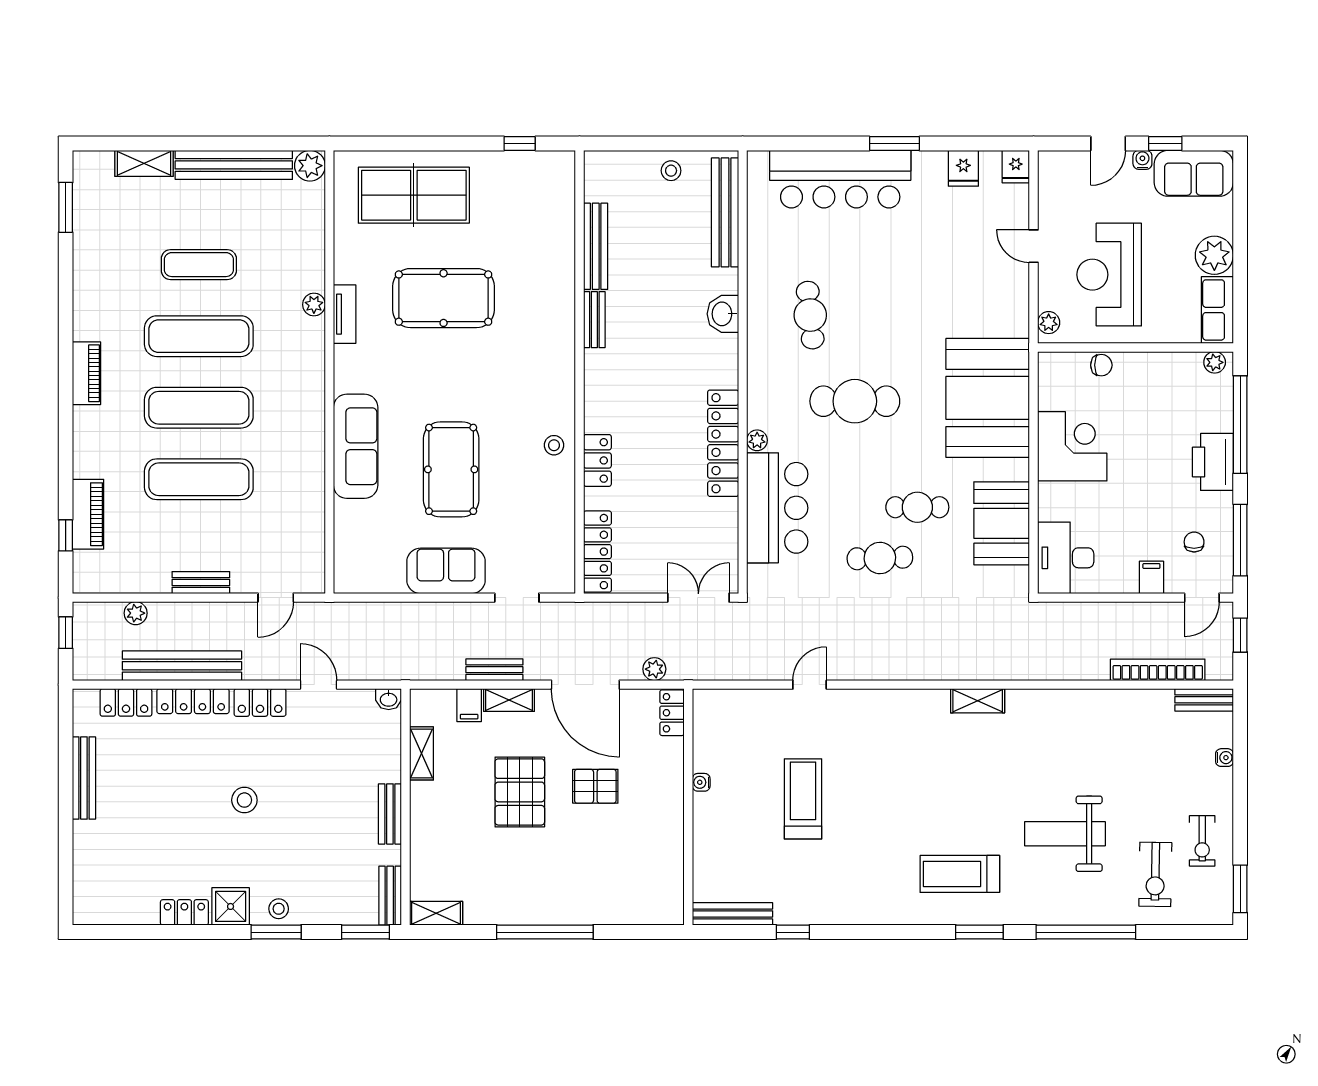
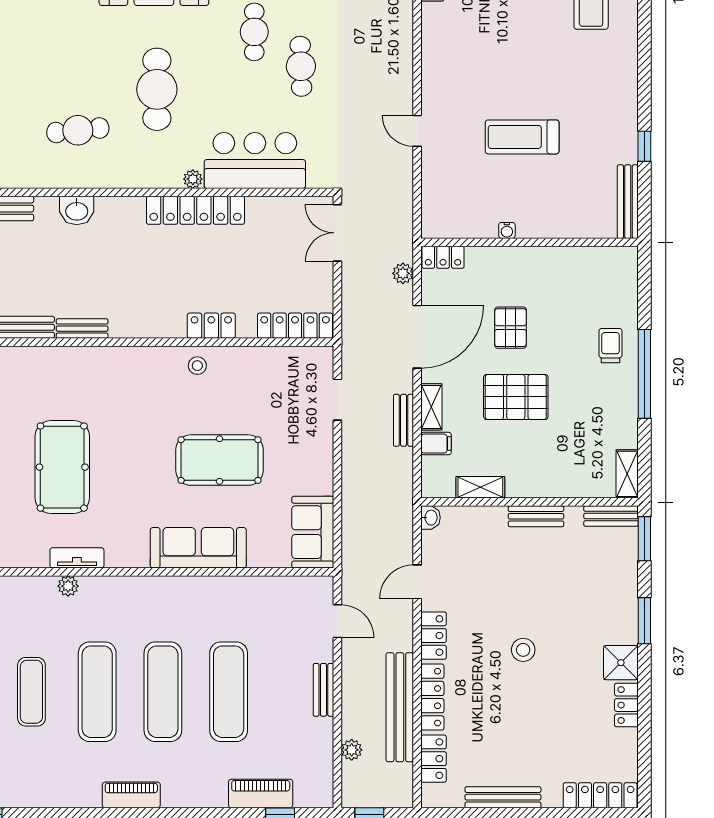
sofa: (446, 571) -> (313, 532), moved
locker: (86, 884) -> (600, 795), added
trolley: (576, 895) -> (611, 346), added
stool: (279, 909) -> (623, 618), removed

